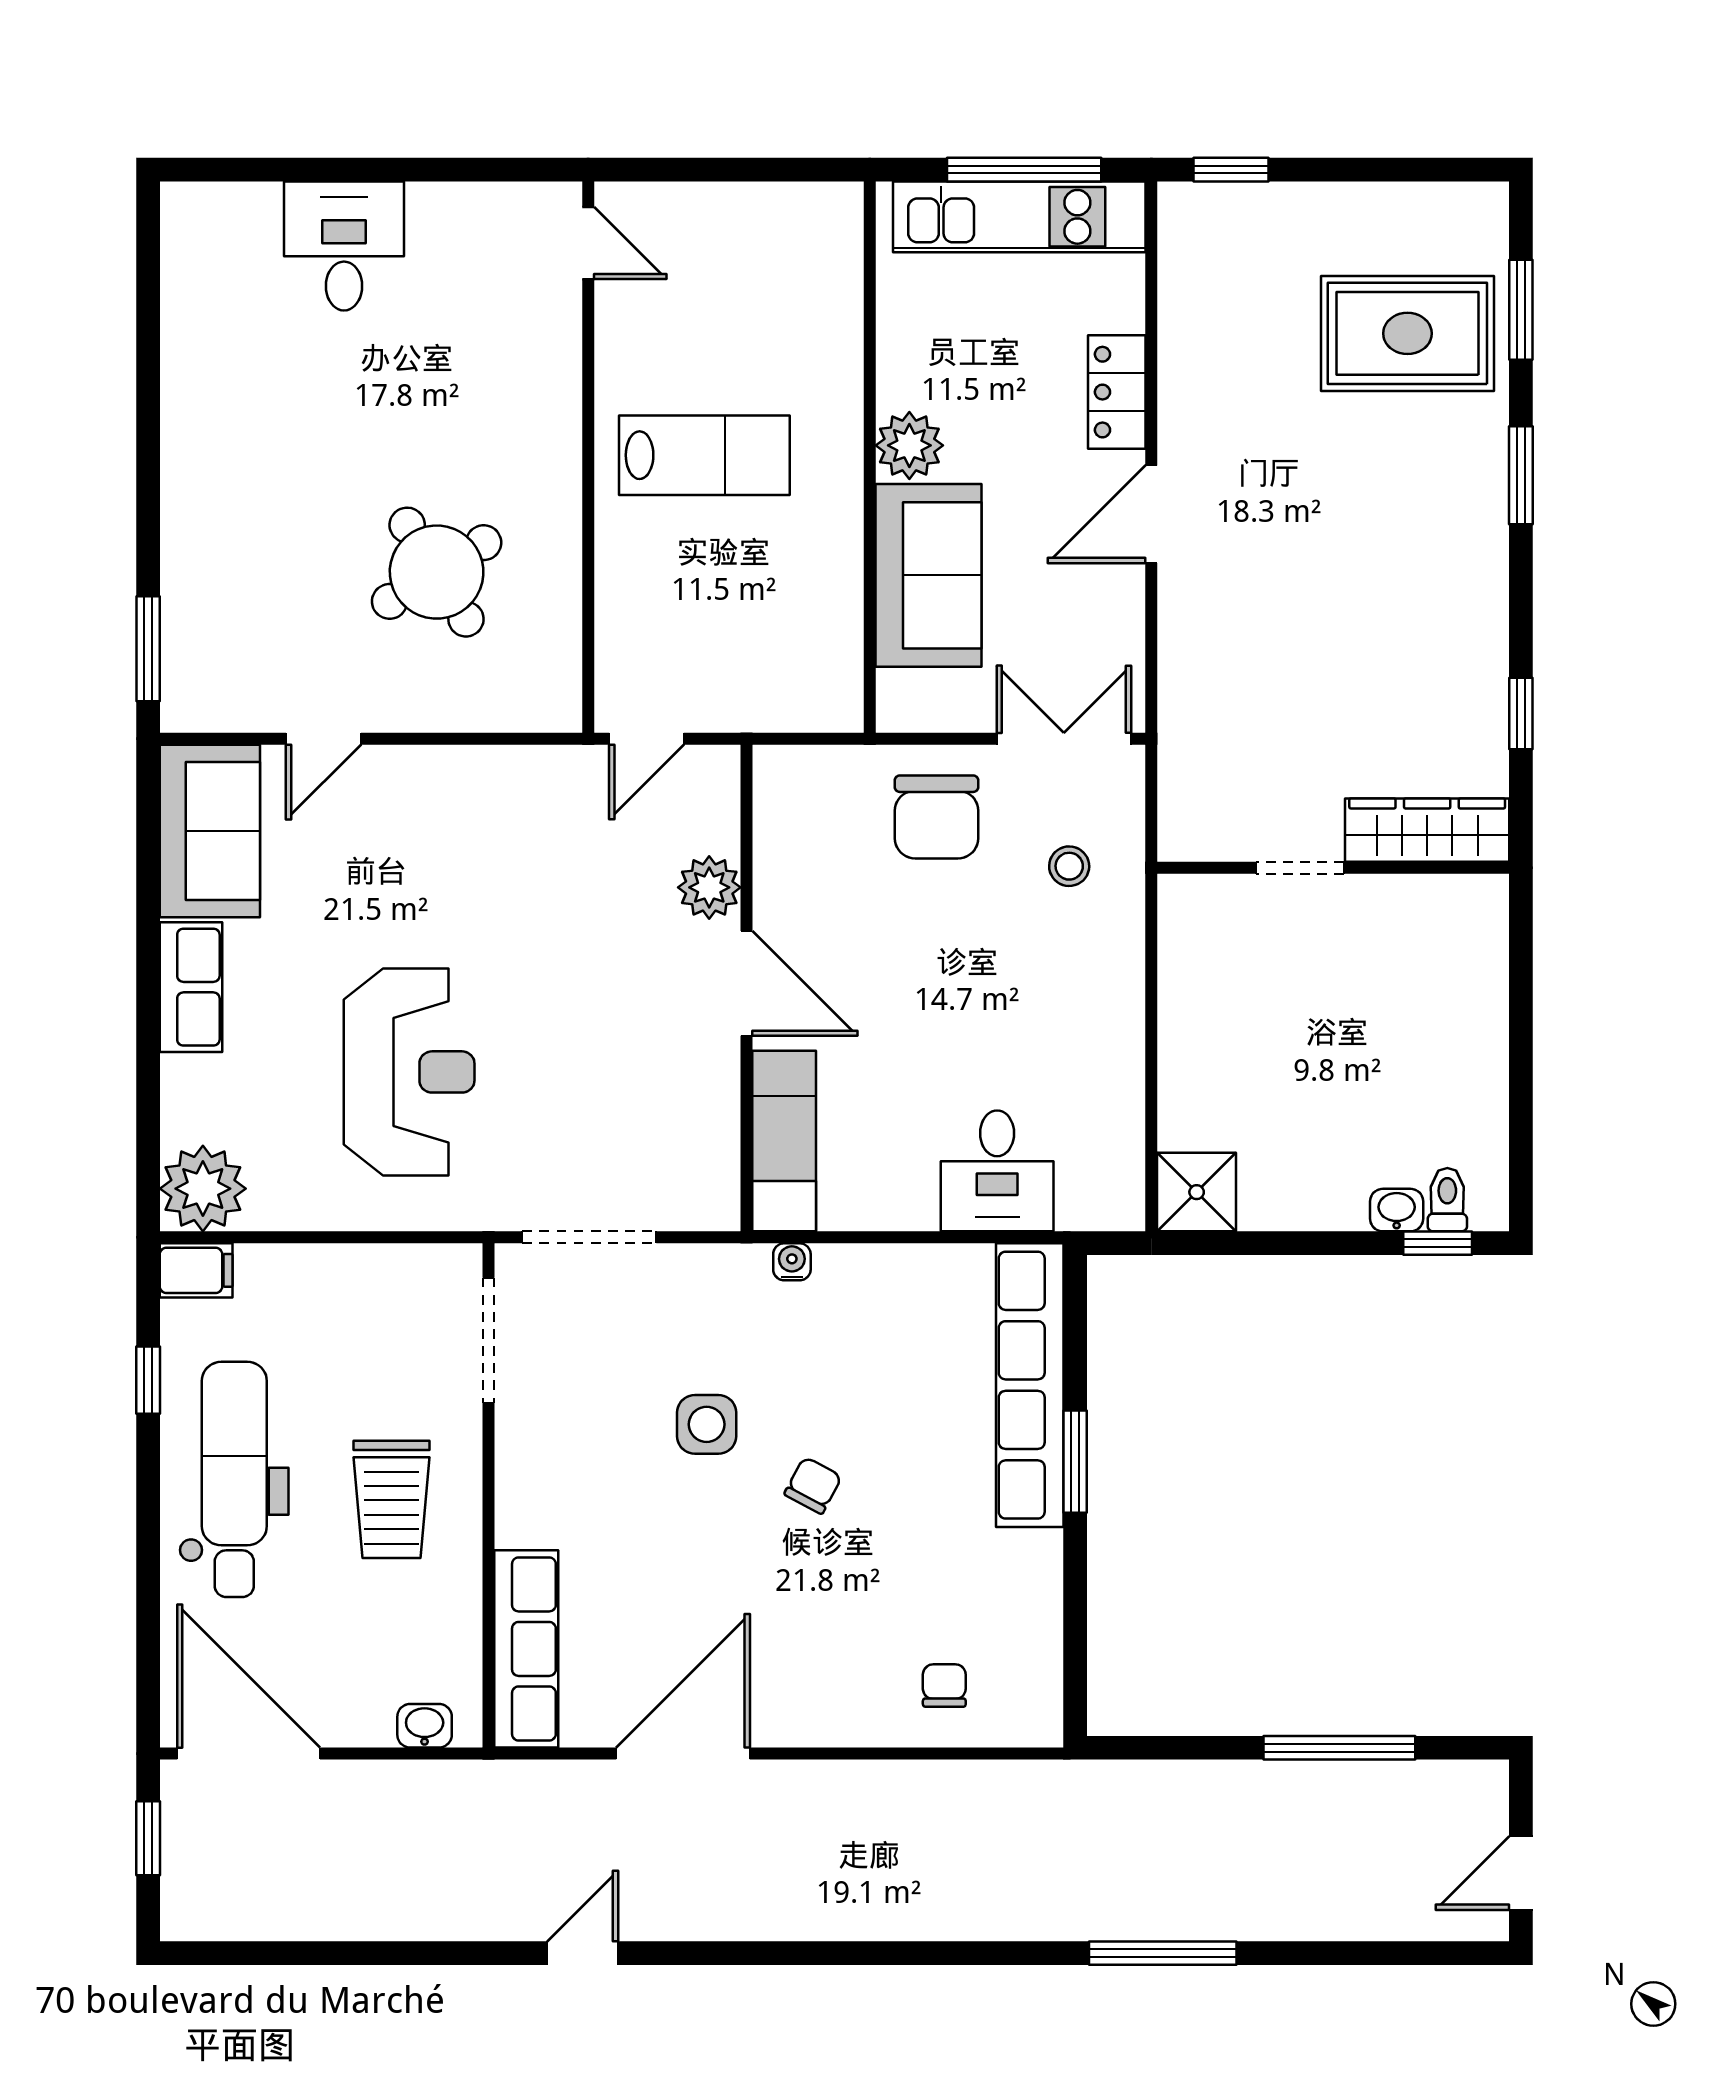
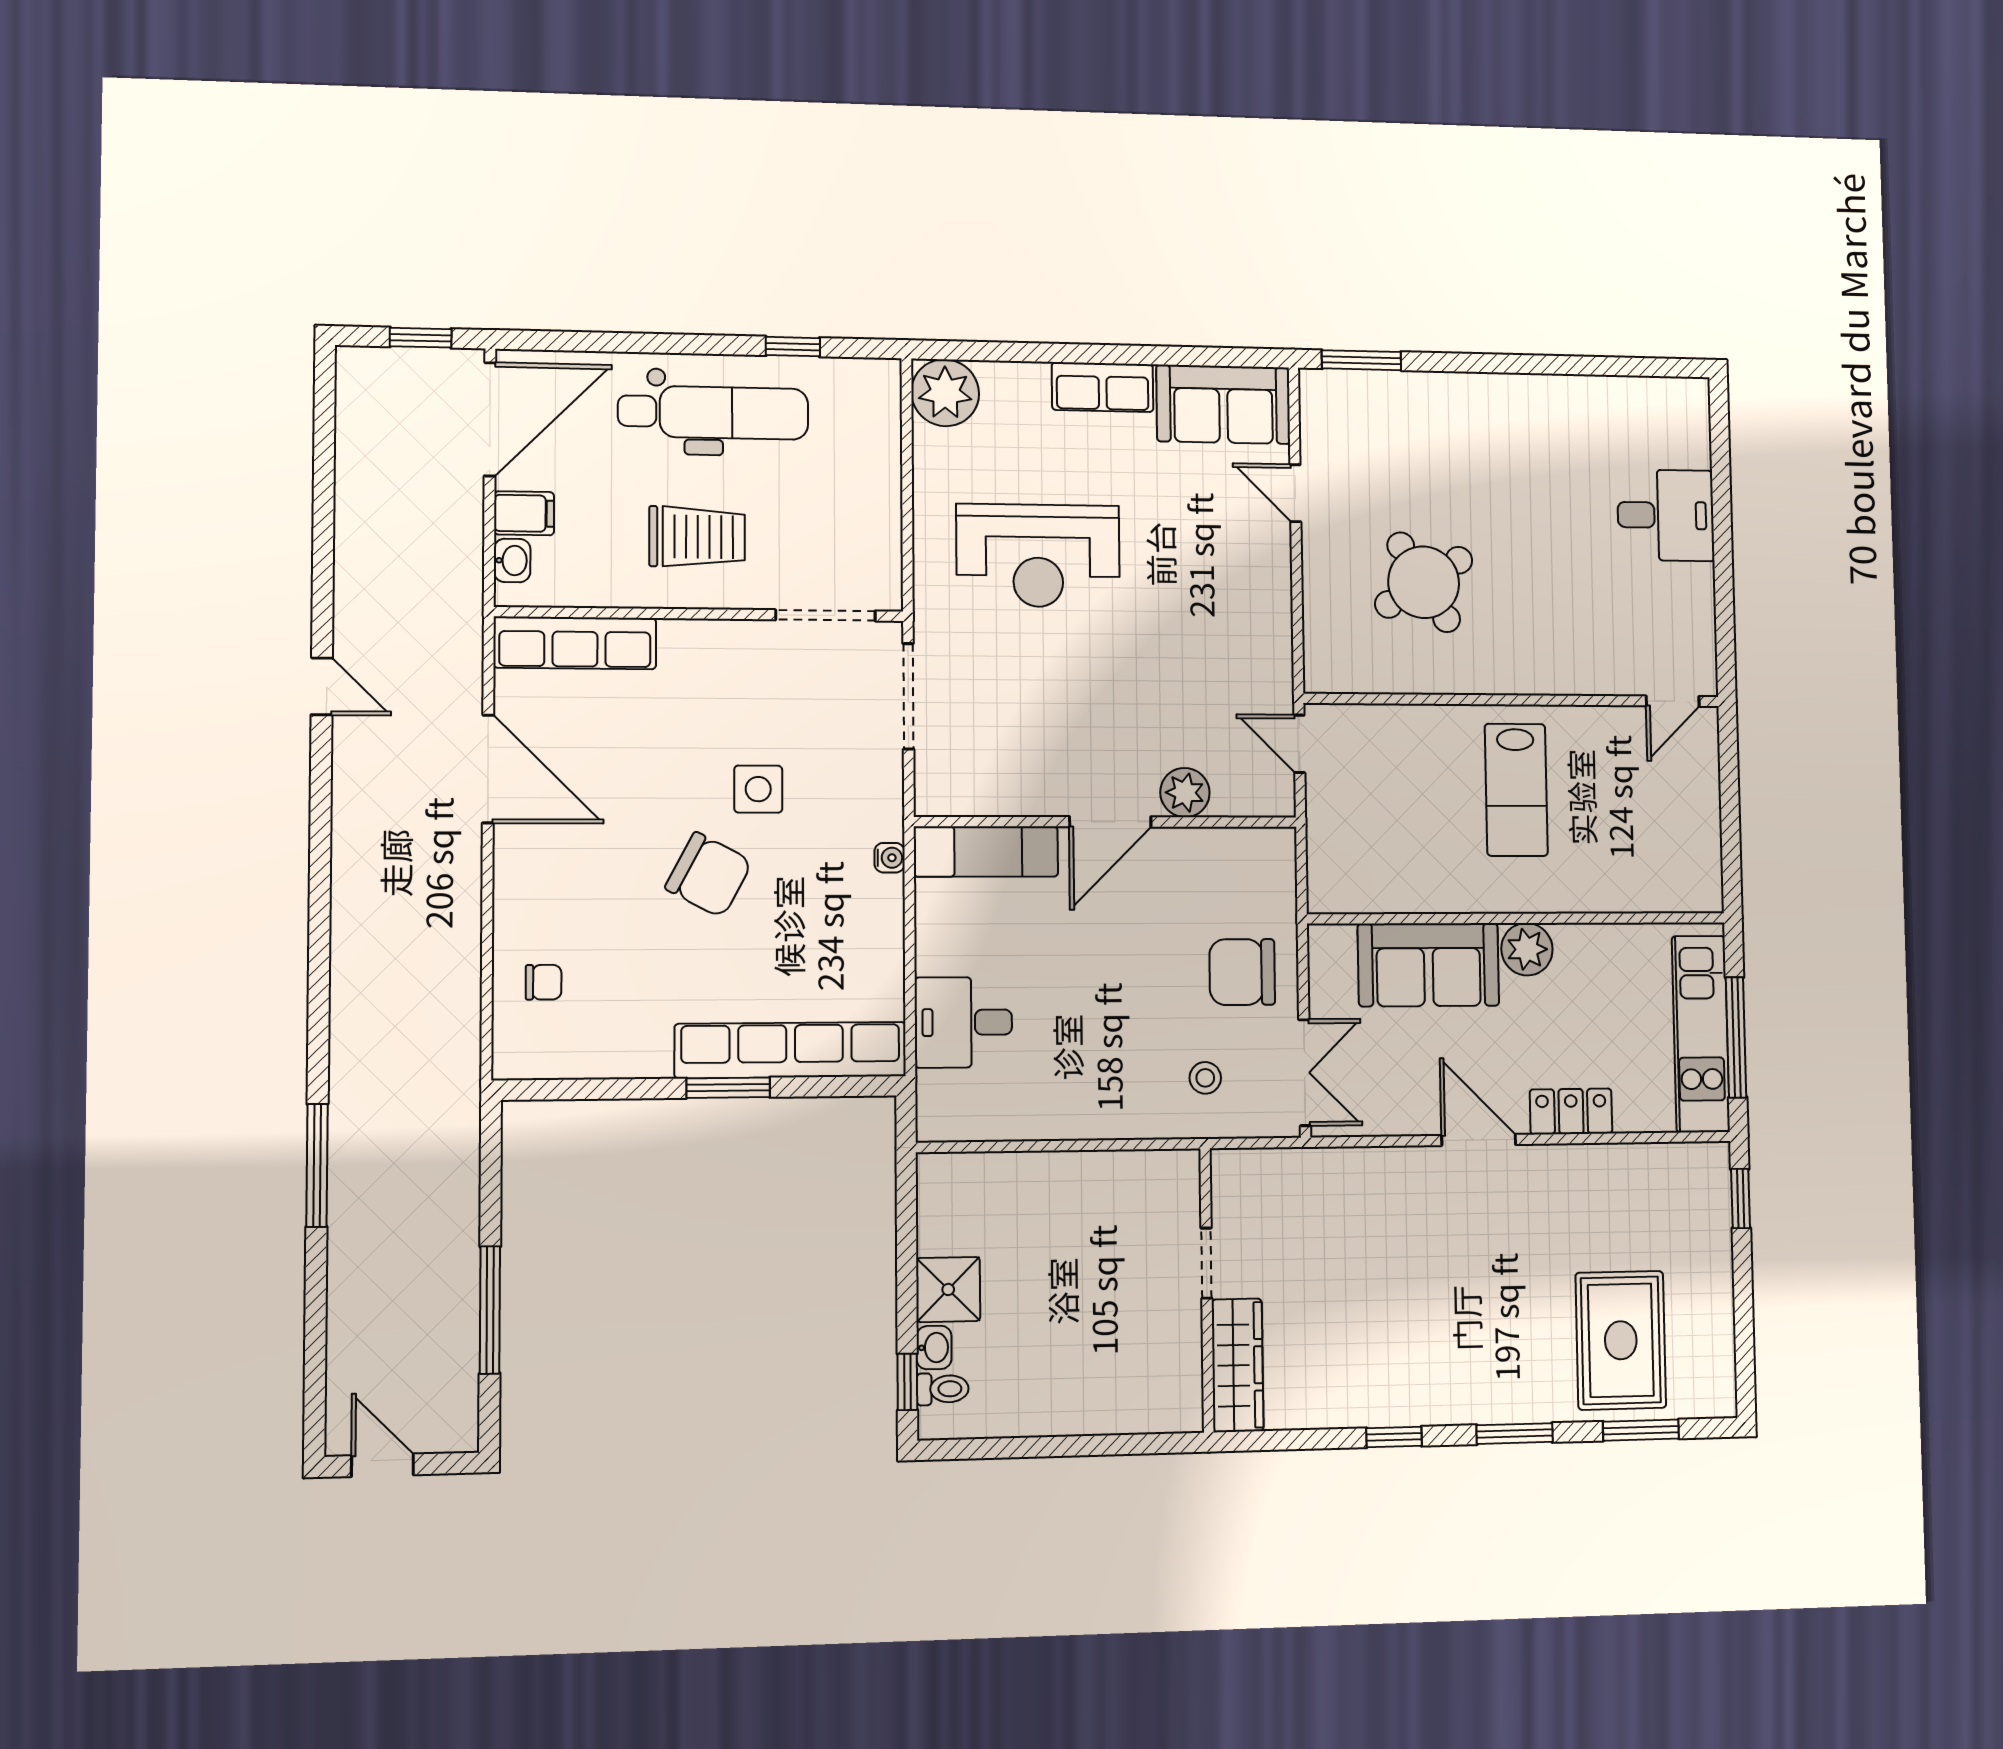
window: (1521, 713) -> (1394, 1437), moved
shower: (1197, 1192) -> (948, 1289), moved
filing cabinet: (196, 1270) -> (524, 513), moved, turned -90
chair: (813, 1485) -> (709, 875), width x1.87, depth x1.87
trolley: (392, 1499) -> (697, 537), turned 180

